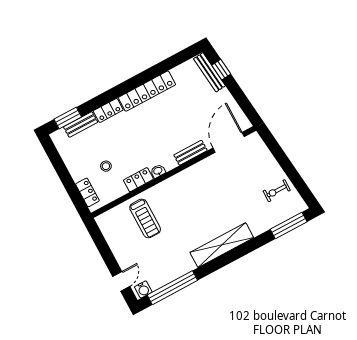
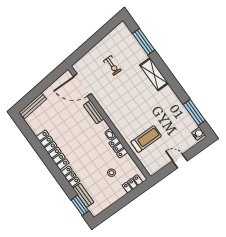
window: (221, 70) -> (30, 97), removed
exercise bike: (277, 191) -> (112, 66), moved
window: (289, 225) -> (144, 42), moved
shelving: (222, 245) -> (154, 74), width x0.68
door: (121, 281) -> (180, 161), moved
window: (172, 288) -> (194, 112), width x0.68

